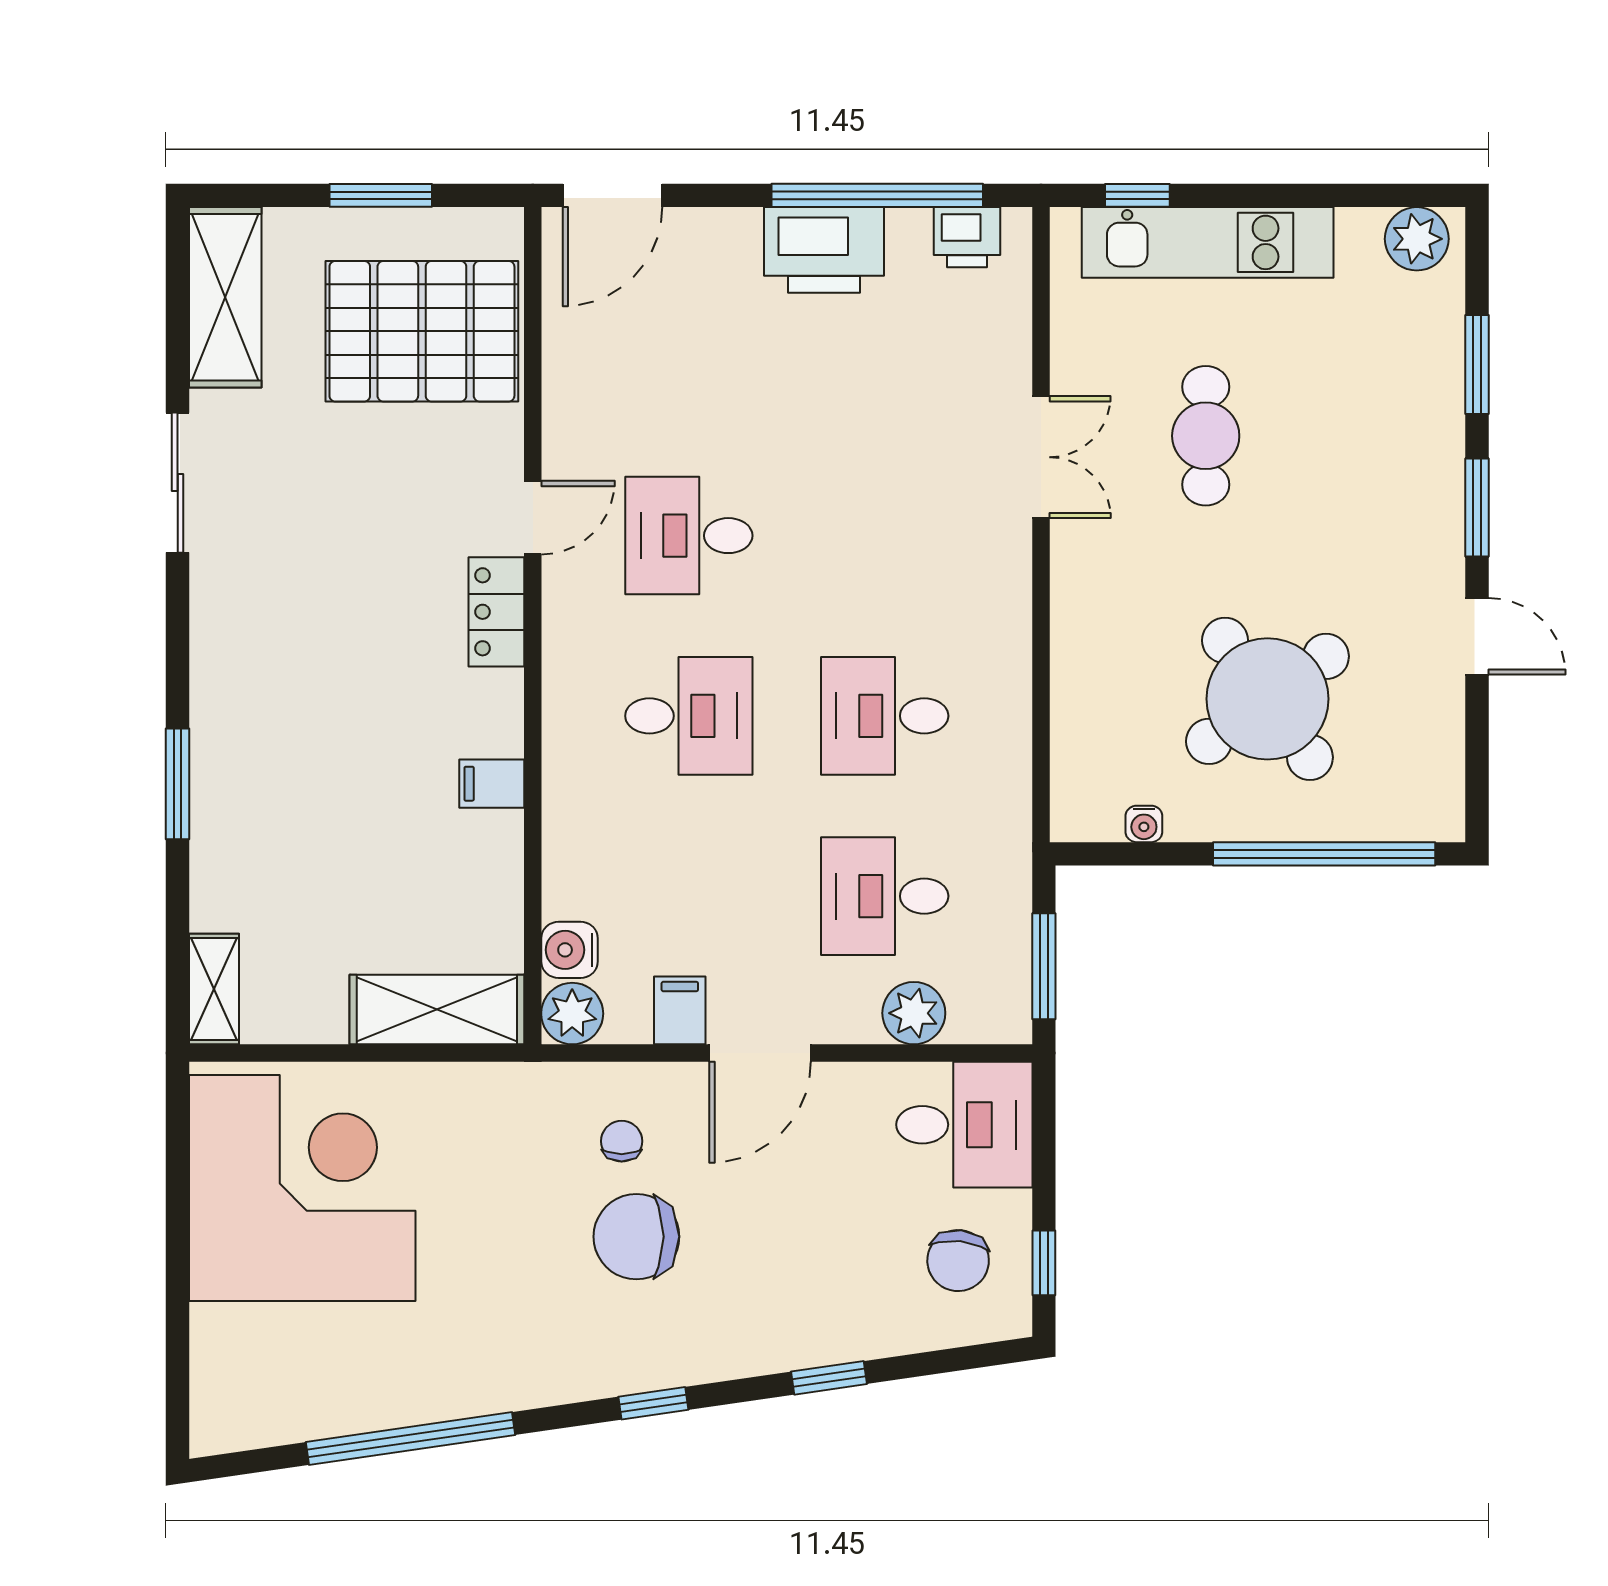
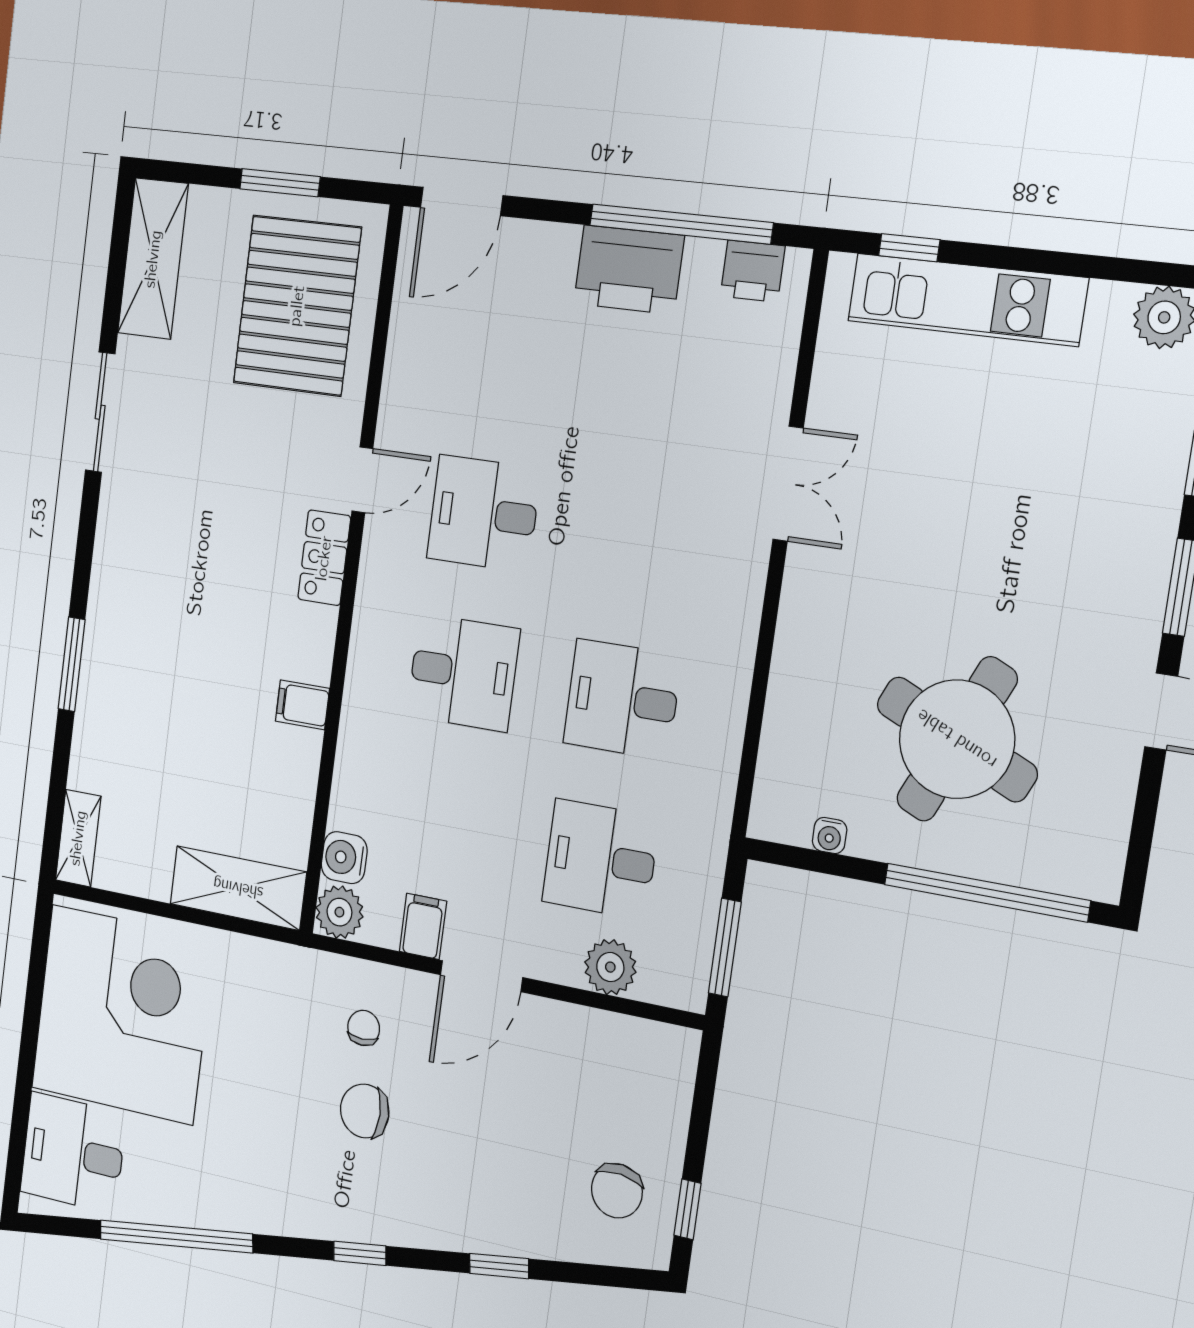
pallet: (422, 331) -> (297, 306), turned 90
cafe table: (1206, 436) -> (938, 484), removed
round table: (1267, 699) -> (957, 739), turned -30
desk: (964, 1125) -> (73, 1153), moved, turned 180
chair: (636, 1237) -> (365, 1111), width x0.73, depth x0.73

